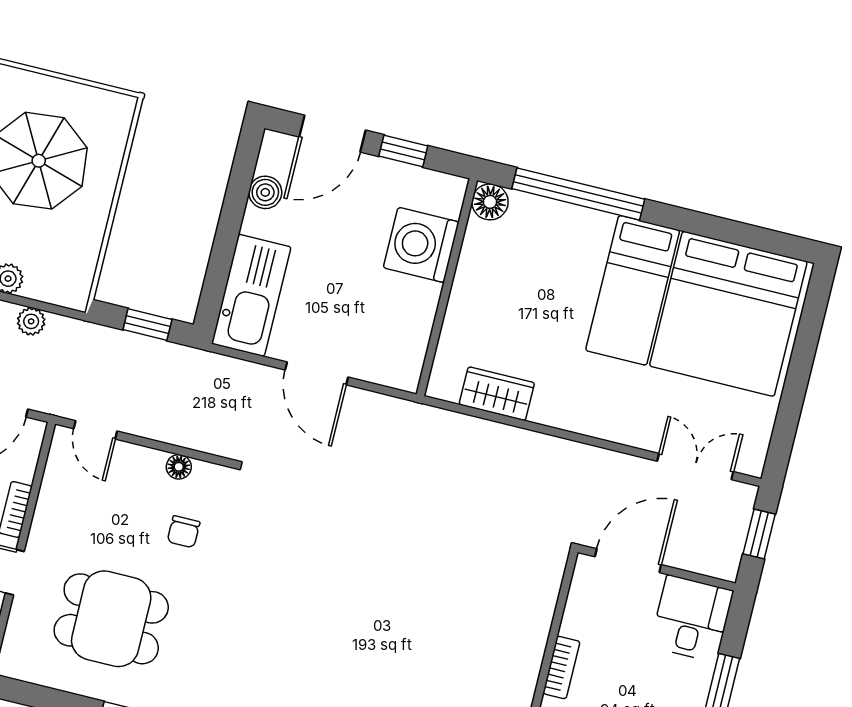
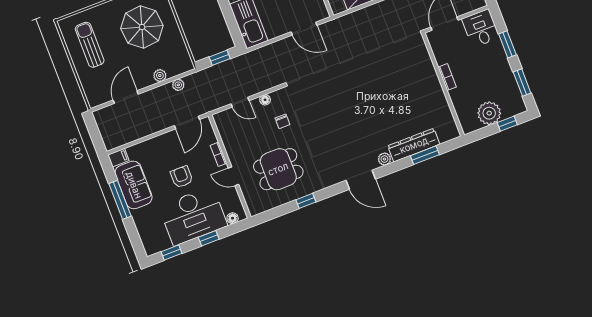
door: (317, 373) -> (304, 29), moved
door: (95, 430) -> (240, 102), moved

